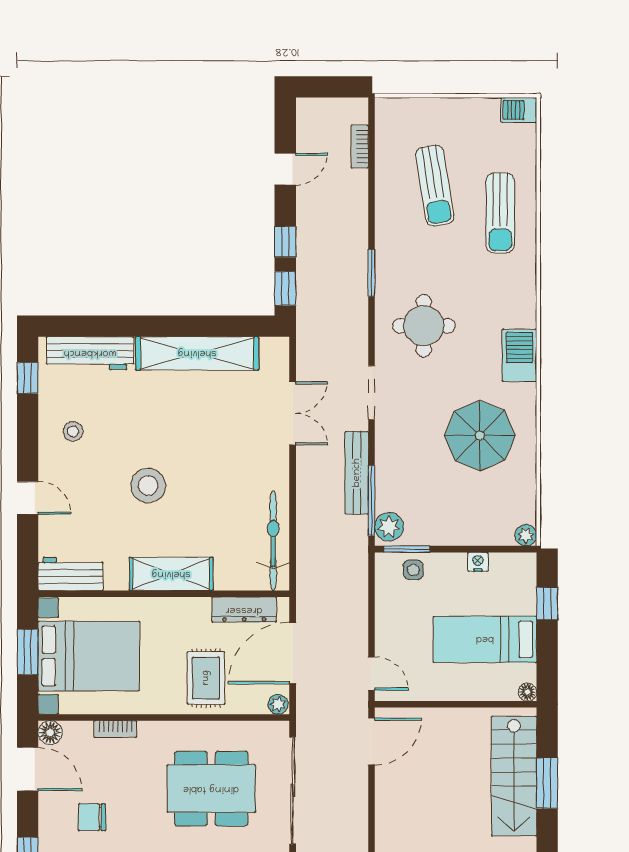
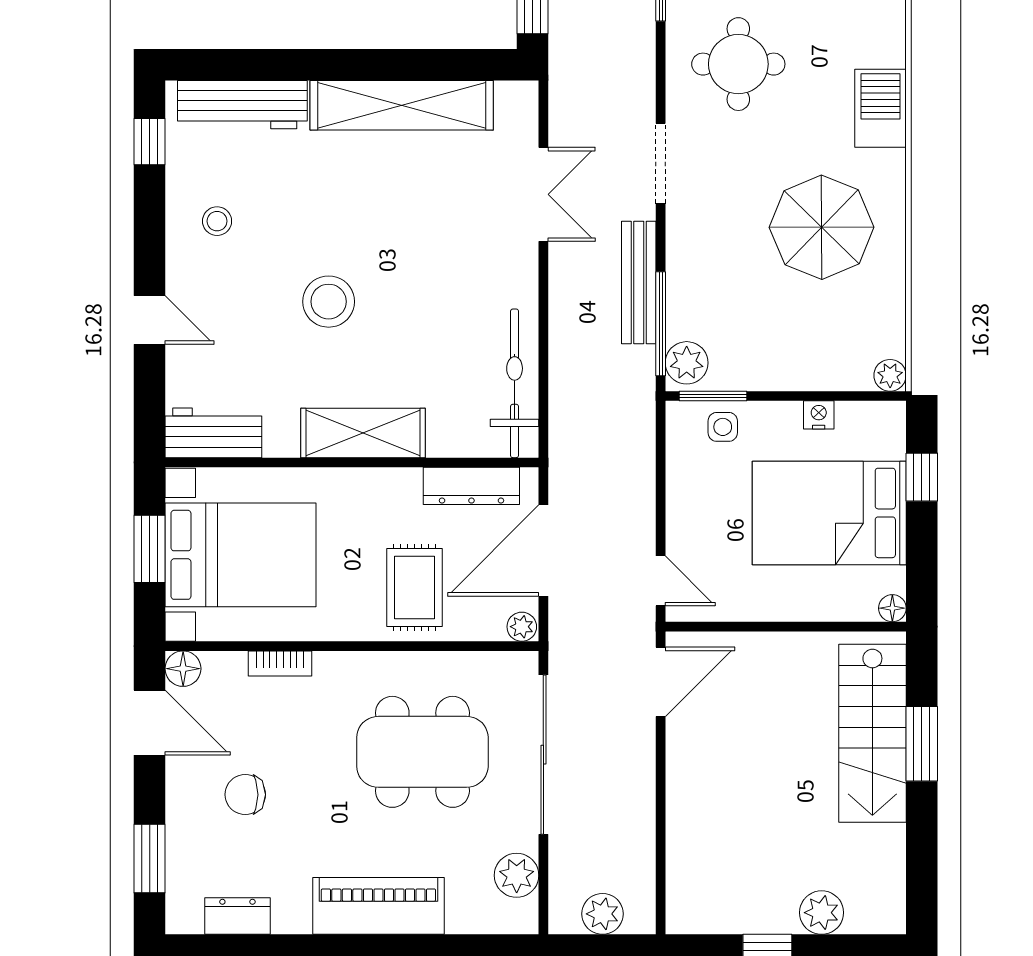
bed: (485, 639) -> (829, 513), width x1.50

